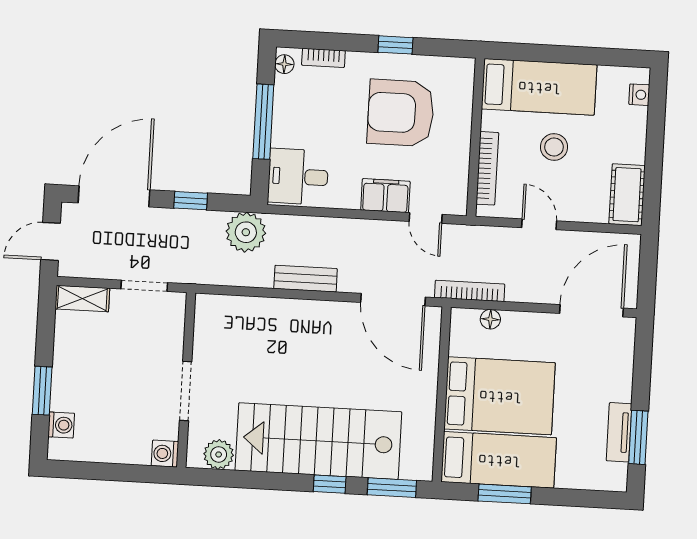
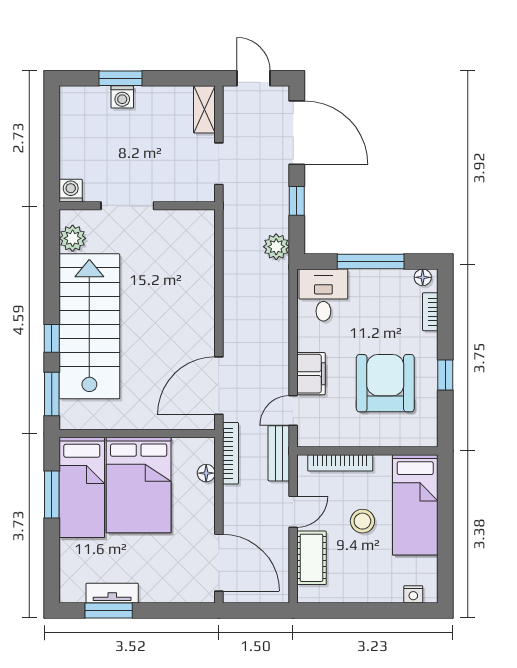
cot: (627, 195) -> (311, 558), moved, turned 90
plant: (246, 232) -> (276, 247), width x0.73, depth x0.73
bench: (306, 279) -> (279, 453), moved
washing machine: (61, 425) -> (122, 97), moved

